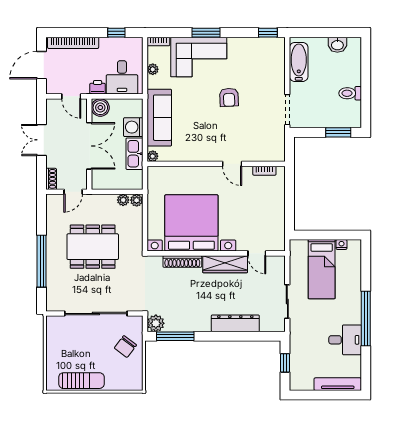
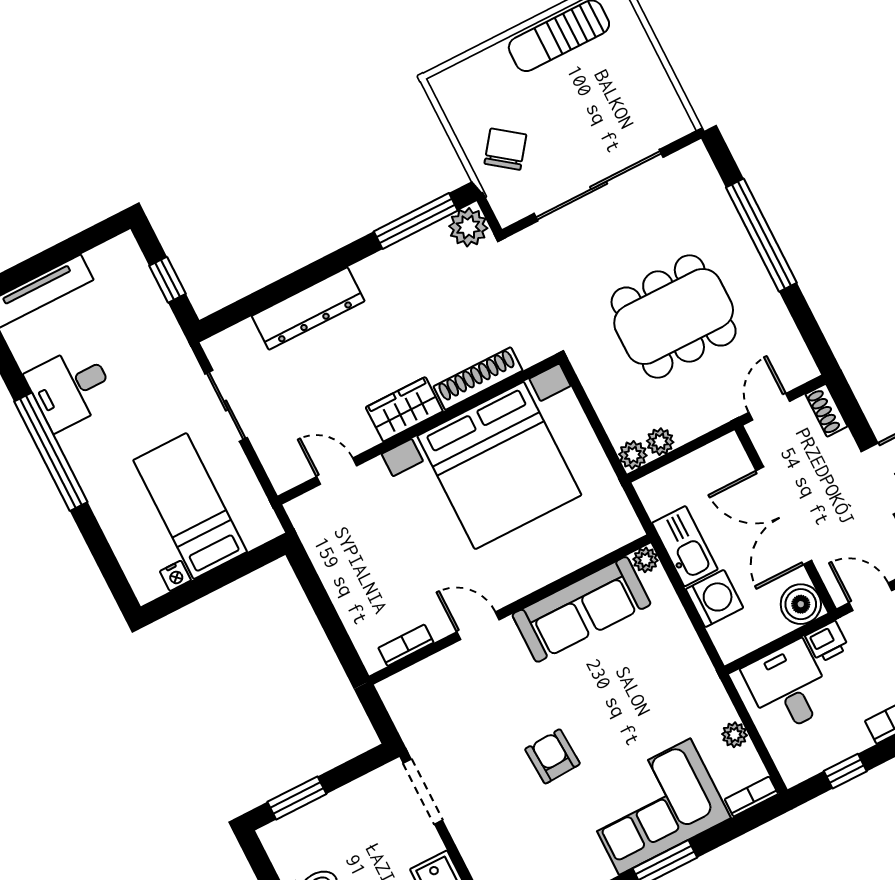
sofa: (159, 118) -> (581, 609), moved, turned -90
wardrobe: (225, 264) -> (404, 409), width x0.67

